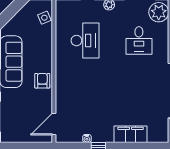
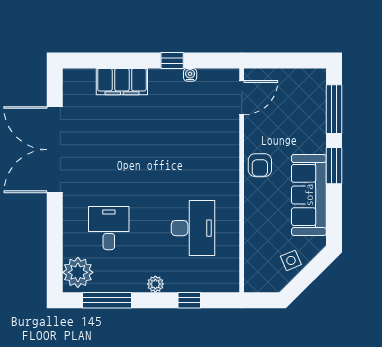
side table: (44, 18) -> (291, 260), moved
desk: (85, 41) -> (193, 228), turned 180

